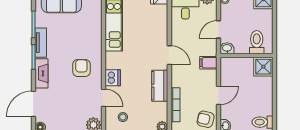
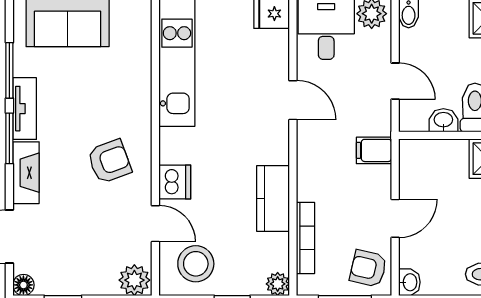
door: (218, 29) -> (395, 81), swing flipped
washbasin: (227, 48) -> (443, 120), moved
door: (169, 55) -> (293, 100), moved
armchair: (81, 68) -> (109, 161), turned 70
stool: (123, 117) -> (196, 264), width x1.89, depth x1.89

